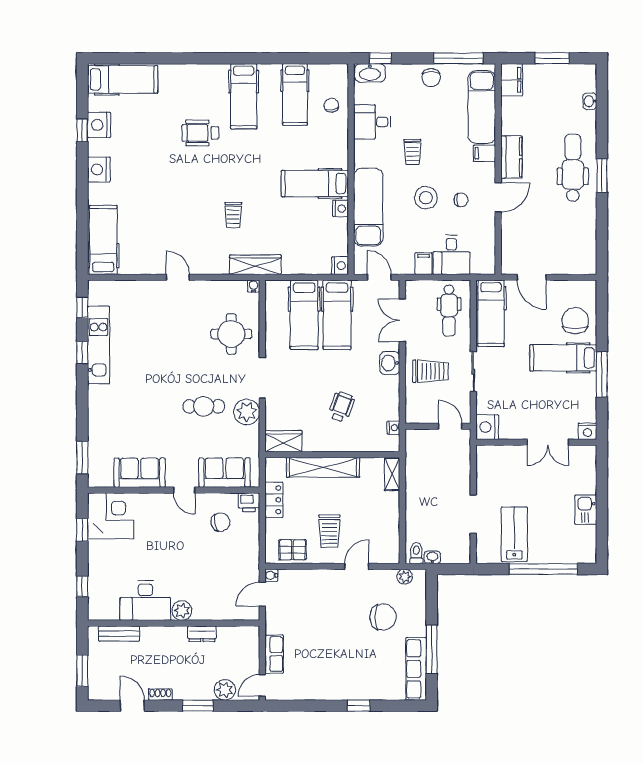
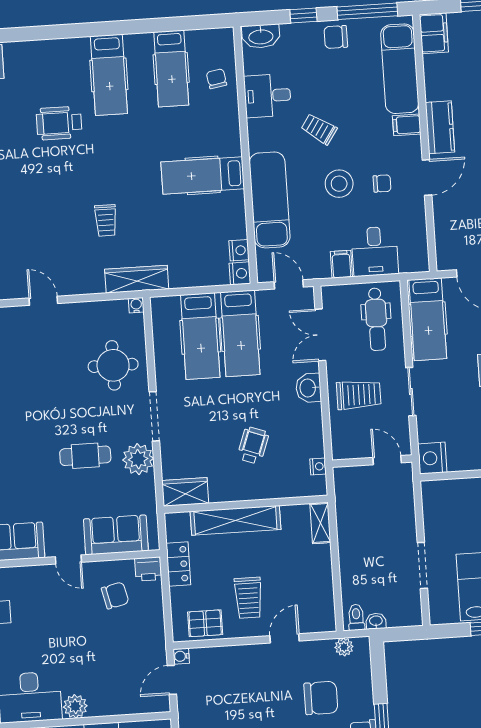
window: (380, 58) -> (303, 15), moved
chair: (431, 78) -> (336, 37), turned 90
trolley: (412, 152) -> (319, 129), turned 124
nightstand: (341, 208) -> (239, 250), moved

